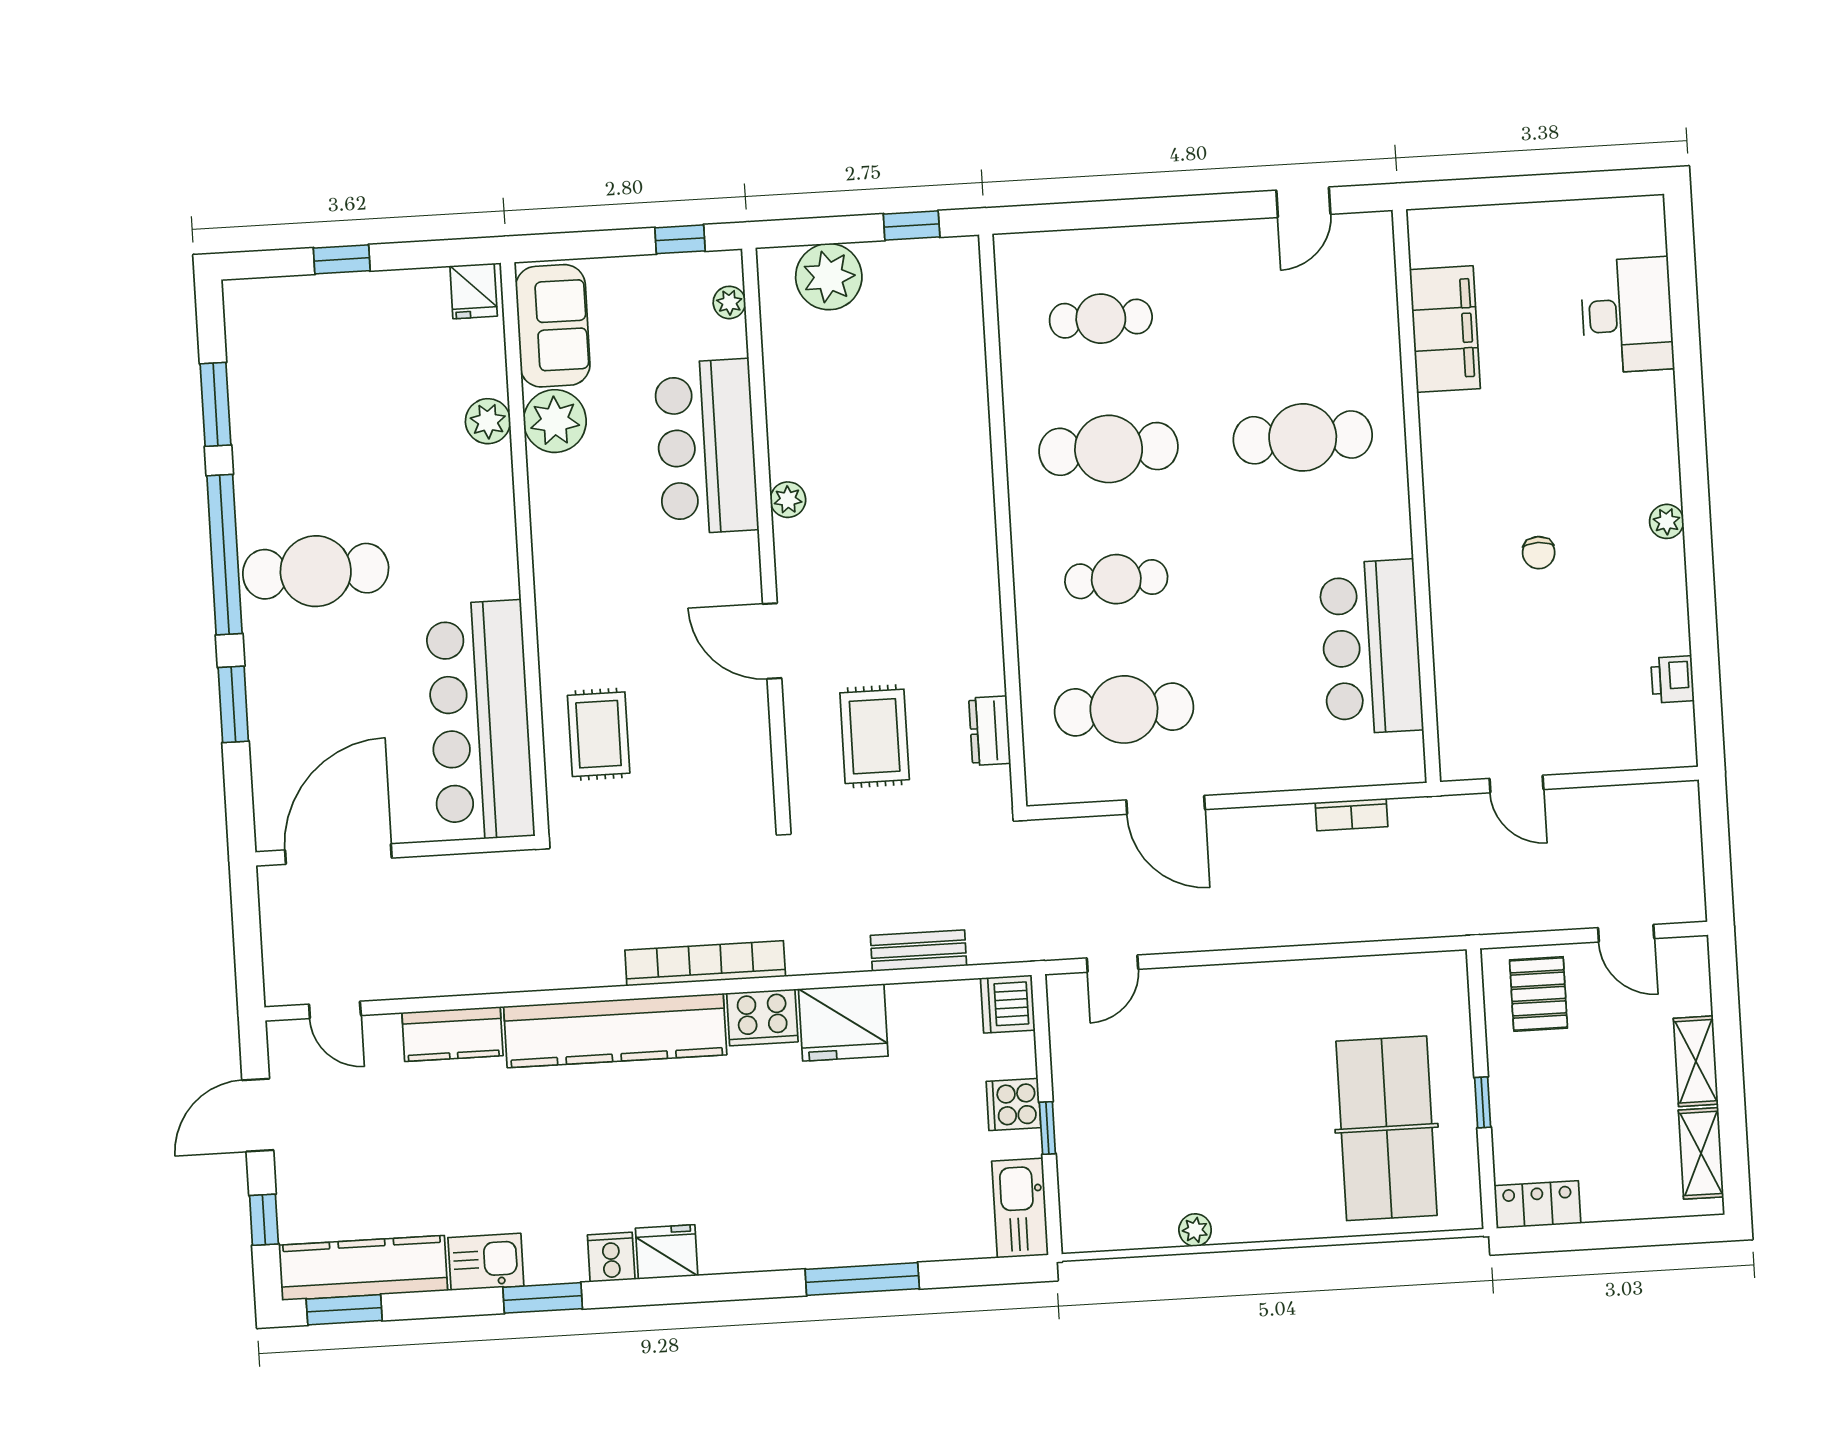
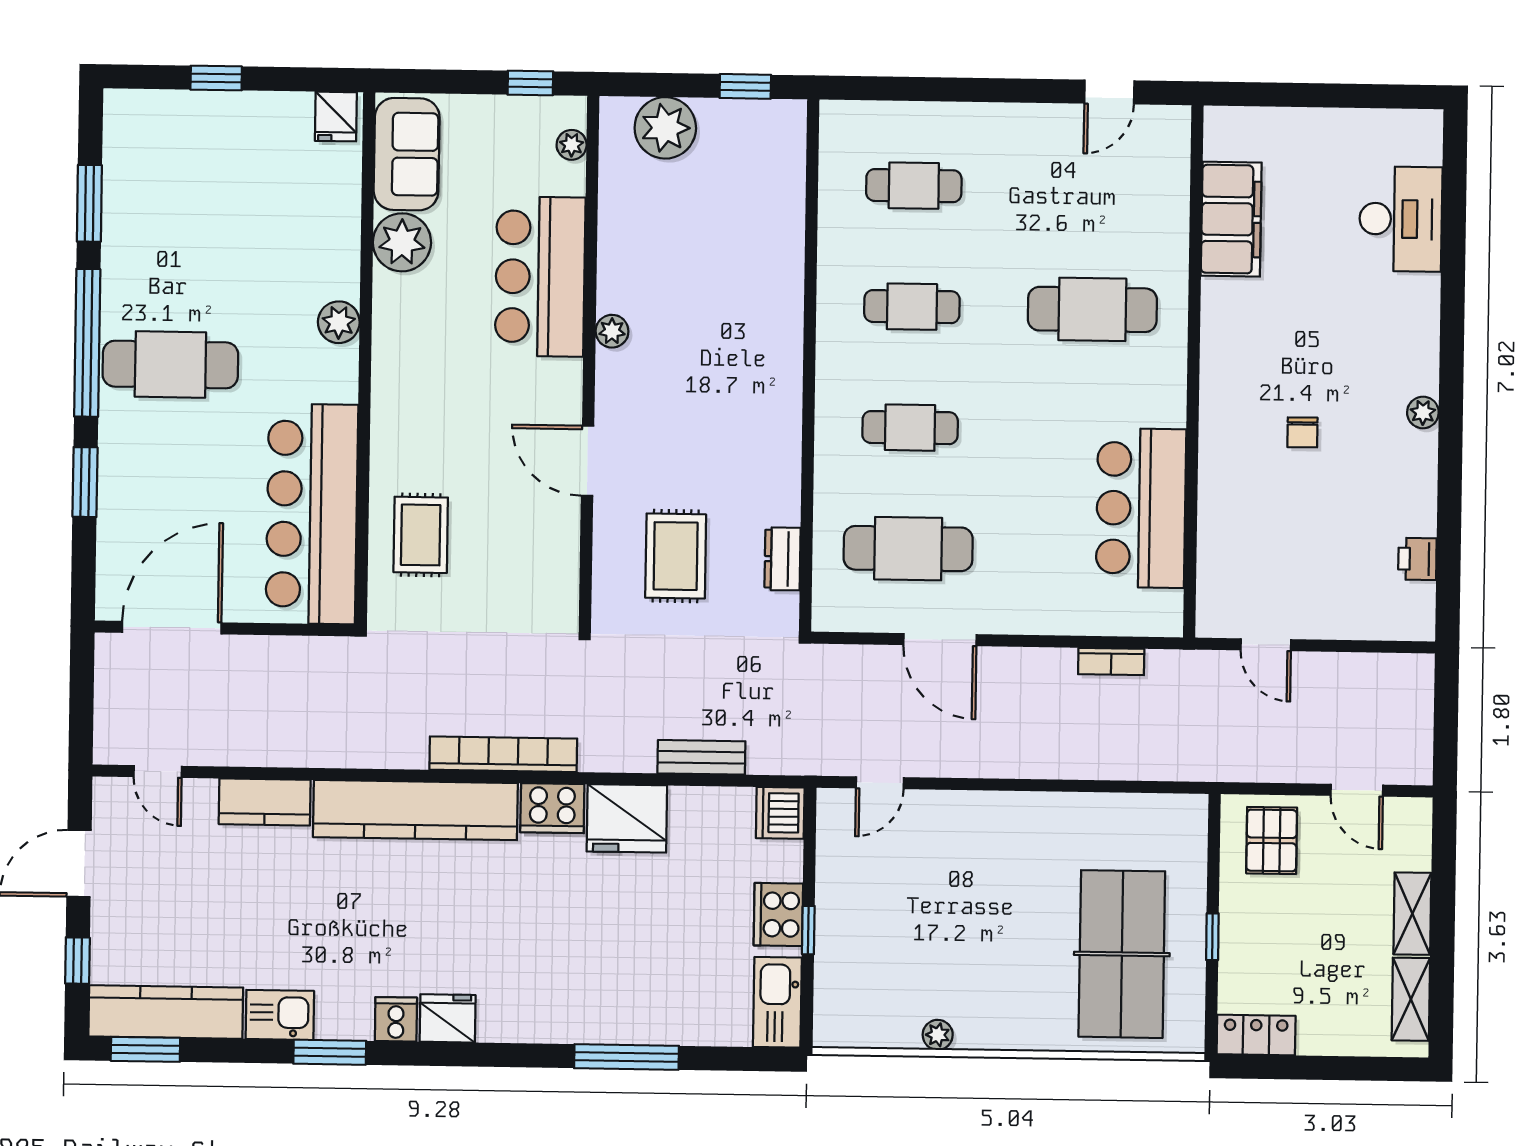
plant: (488, 421) -> (339, 322), moved
cafe table: (1109, 449) -> (912, 307), width x0.73, depth x0.74
cooker: (1013, 1105) -> (778, 914), width x1.36

